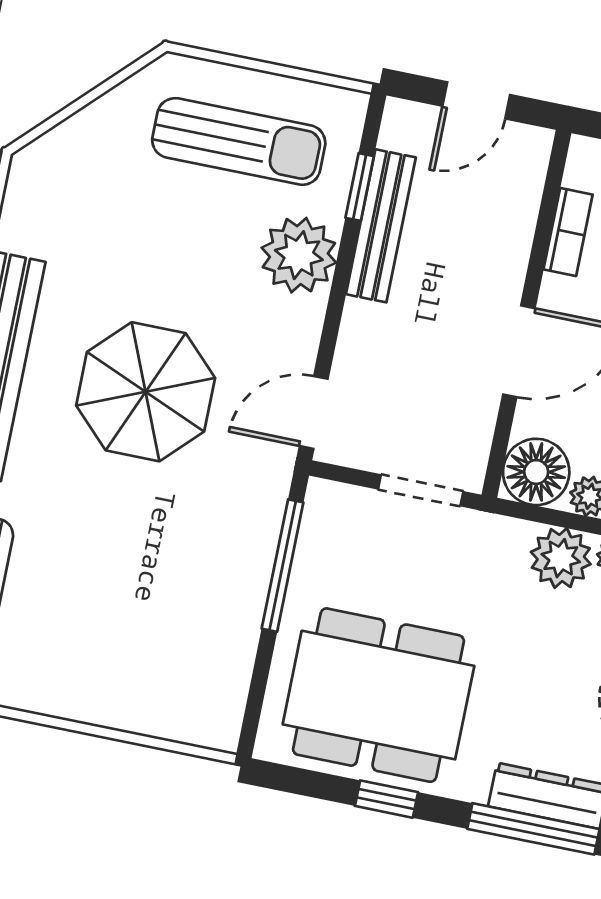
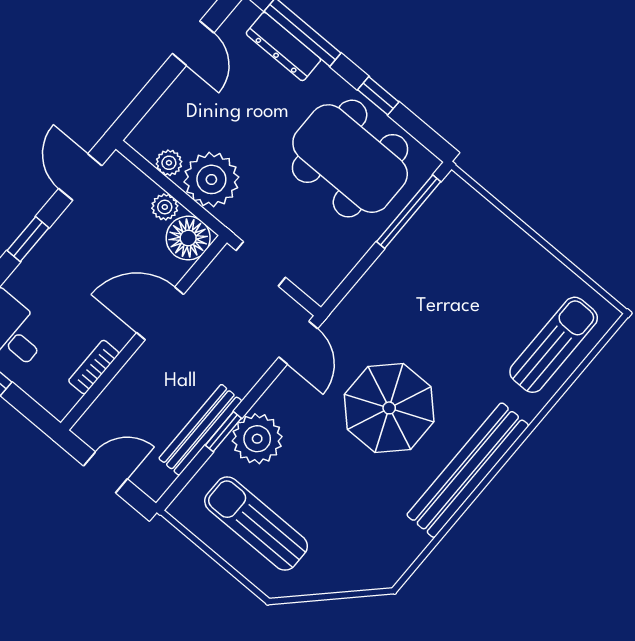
window: (360, 187) -> (223, 432), moved
door: (314, 412) -> (298, 343), hinge flipped
plant: (561, 558) -> (211, 179), width x1.36, depth x1.36
window: (283, 566) -> (409, 212), moved

